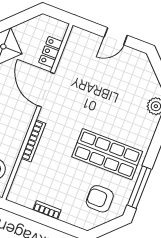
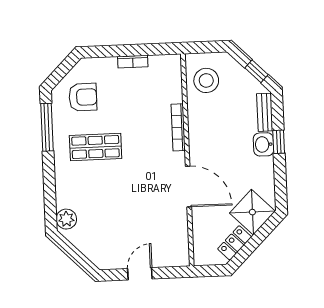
locker: (51, 52) -> (235, 243), moved, turned -135
shop shelf: (107, 154) -> (96, 147), width x0.70, depth x0.74

